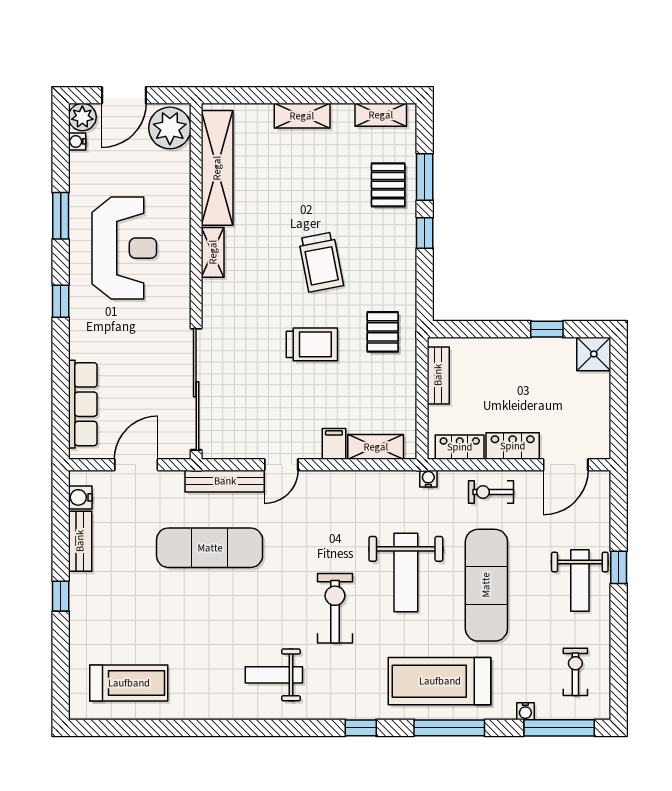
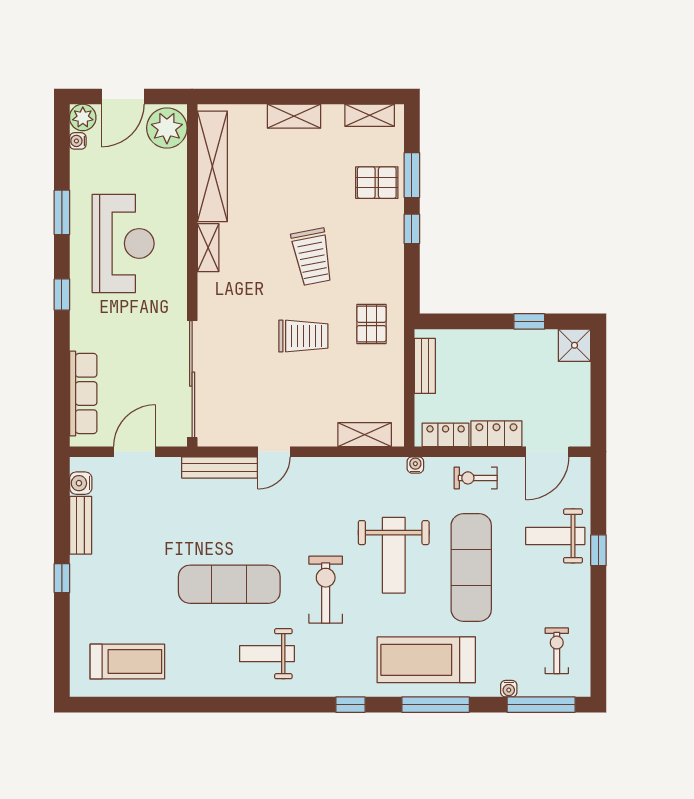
pallet: (388, 185) -> (377, 183), turned 90
filing cabinet: (334, 444) -> (325, 432), removed
exercise mat: (210, 548) -> (229, 584), moved
weight bench: (580, 580) -> (555, 536), moved, turned 90

